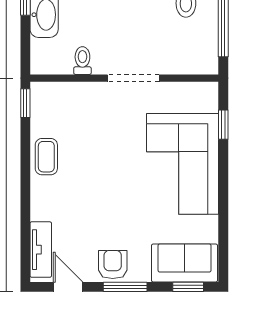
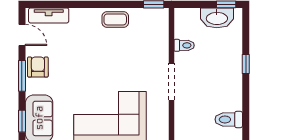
armchair: (113, 265) -> (38, 67), turned -90
door: (68, 287) -> (22, 35), hinge flipped

